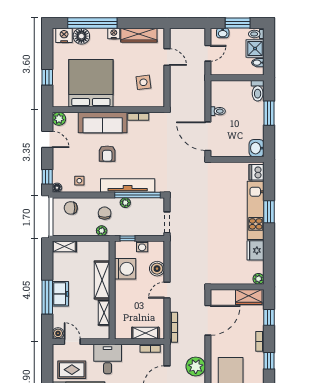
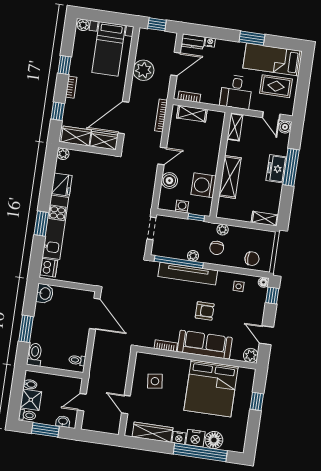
nightstand: (64, 35) -> (195, 438), moved
toilet: (218, 111) -> (77, 360), moved
armchair: (107, 154) -> (205, 311), turned 90
wardrobe: (223, 296) -> (104, 141), added
shelving: (104, 313) -> (235, 127), moved

